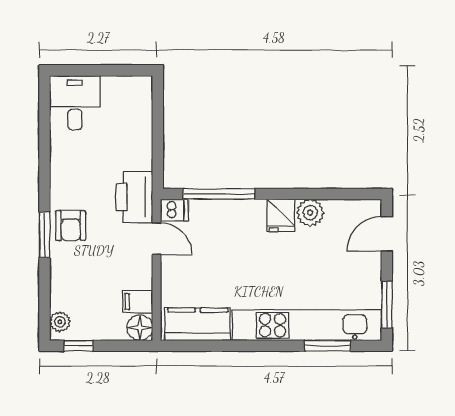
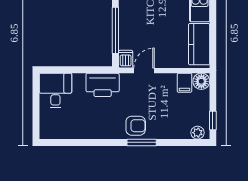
desk: (75, 103) -> (55, 90), moved, turned 90
printer: (134, 197) -> (103, 85), moved

